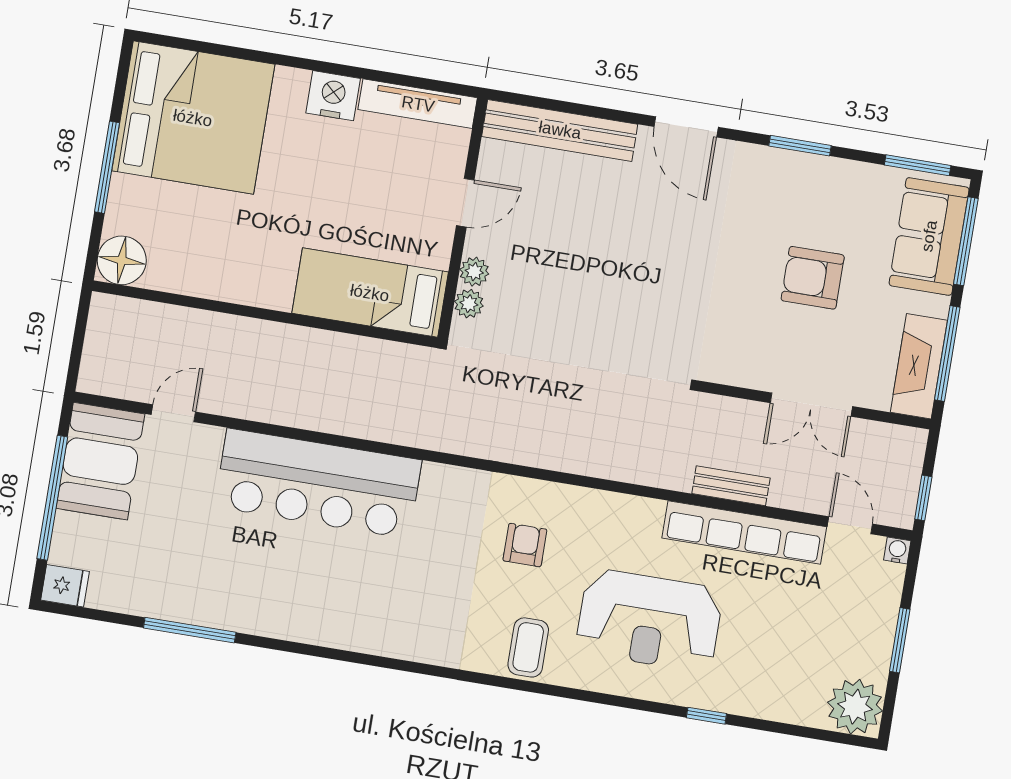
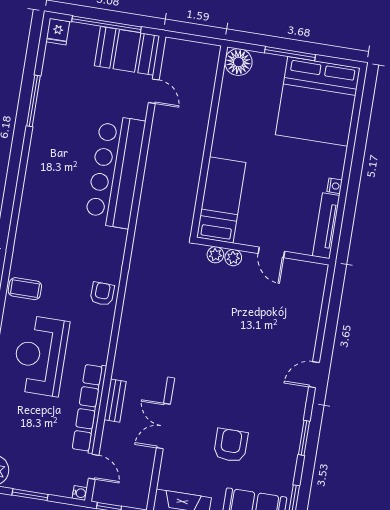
nightstand: (333, 96) -> (335, 186), width x0.53, depth x0.56
door: (686, 127) -> (314, 375), width x0.73
bench: (560, 130) -> (312, 305), removed
double door: (811, 405) -> (163, 426), moved
door: (850, 525) -> (94, 467), hinge flipped
armchair: (525, 545) -> (102, 294), moved, turned -88

